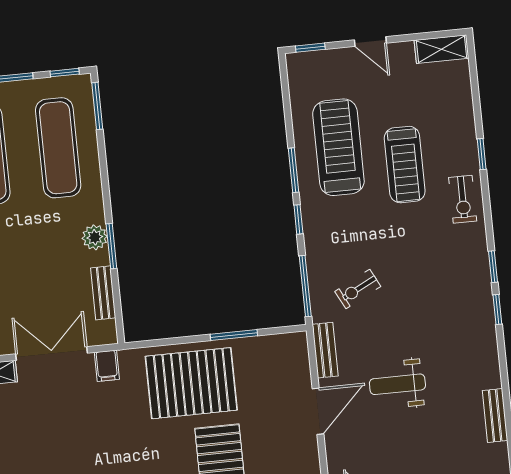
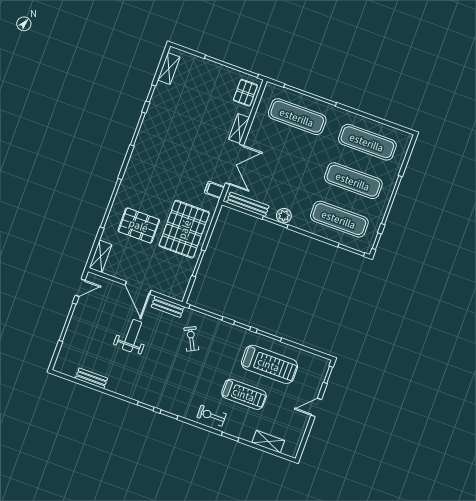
shelving: (442, 49) -> (268, 442), moved, turned 90
treadmill: (405, 165) -> (244, 394), turned 180
bench: (103, 293) -> (248, 204), width x1.36

